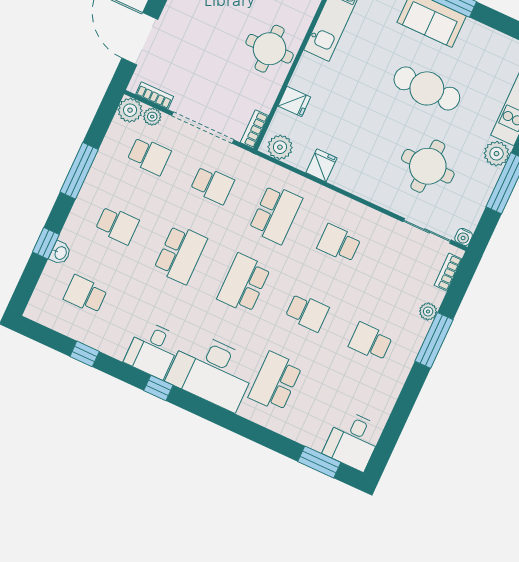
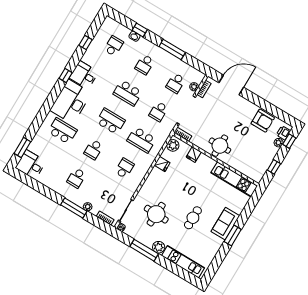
cafe table: (427, 88) -> (193, 218), width x0.73, depth x0.74
plant: (130, 110) -> (198, 77), removed
school desk: (370, 342) -> (76, 178), turned 180

